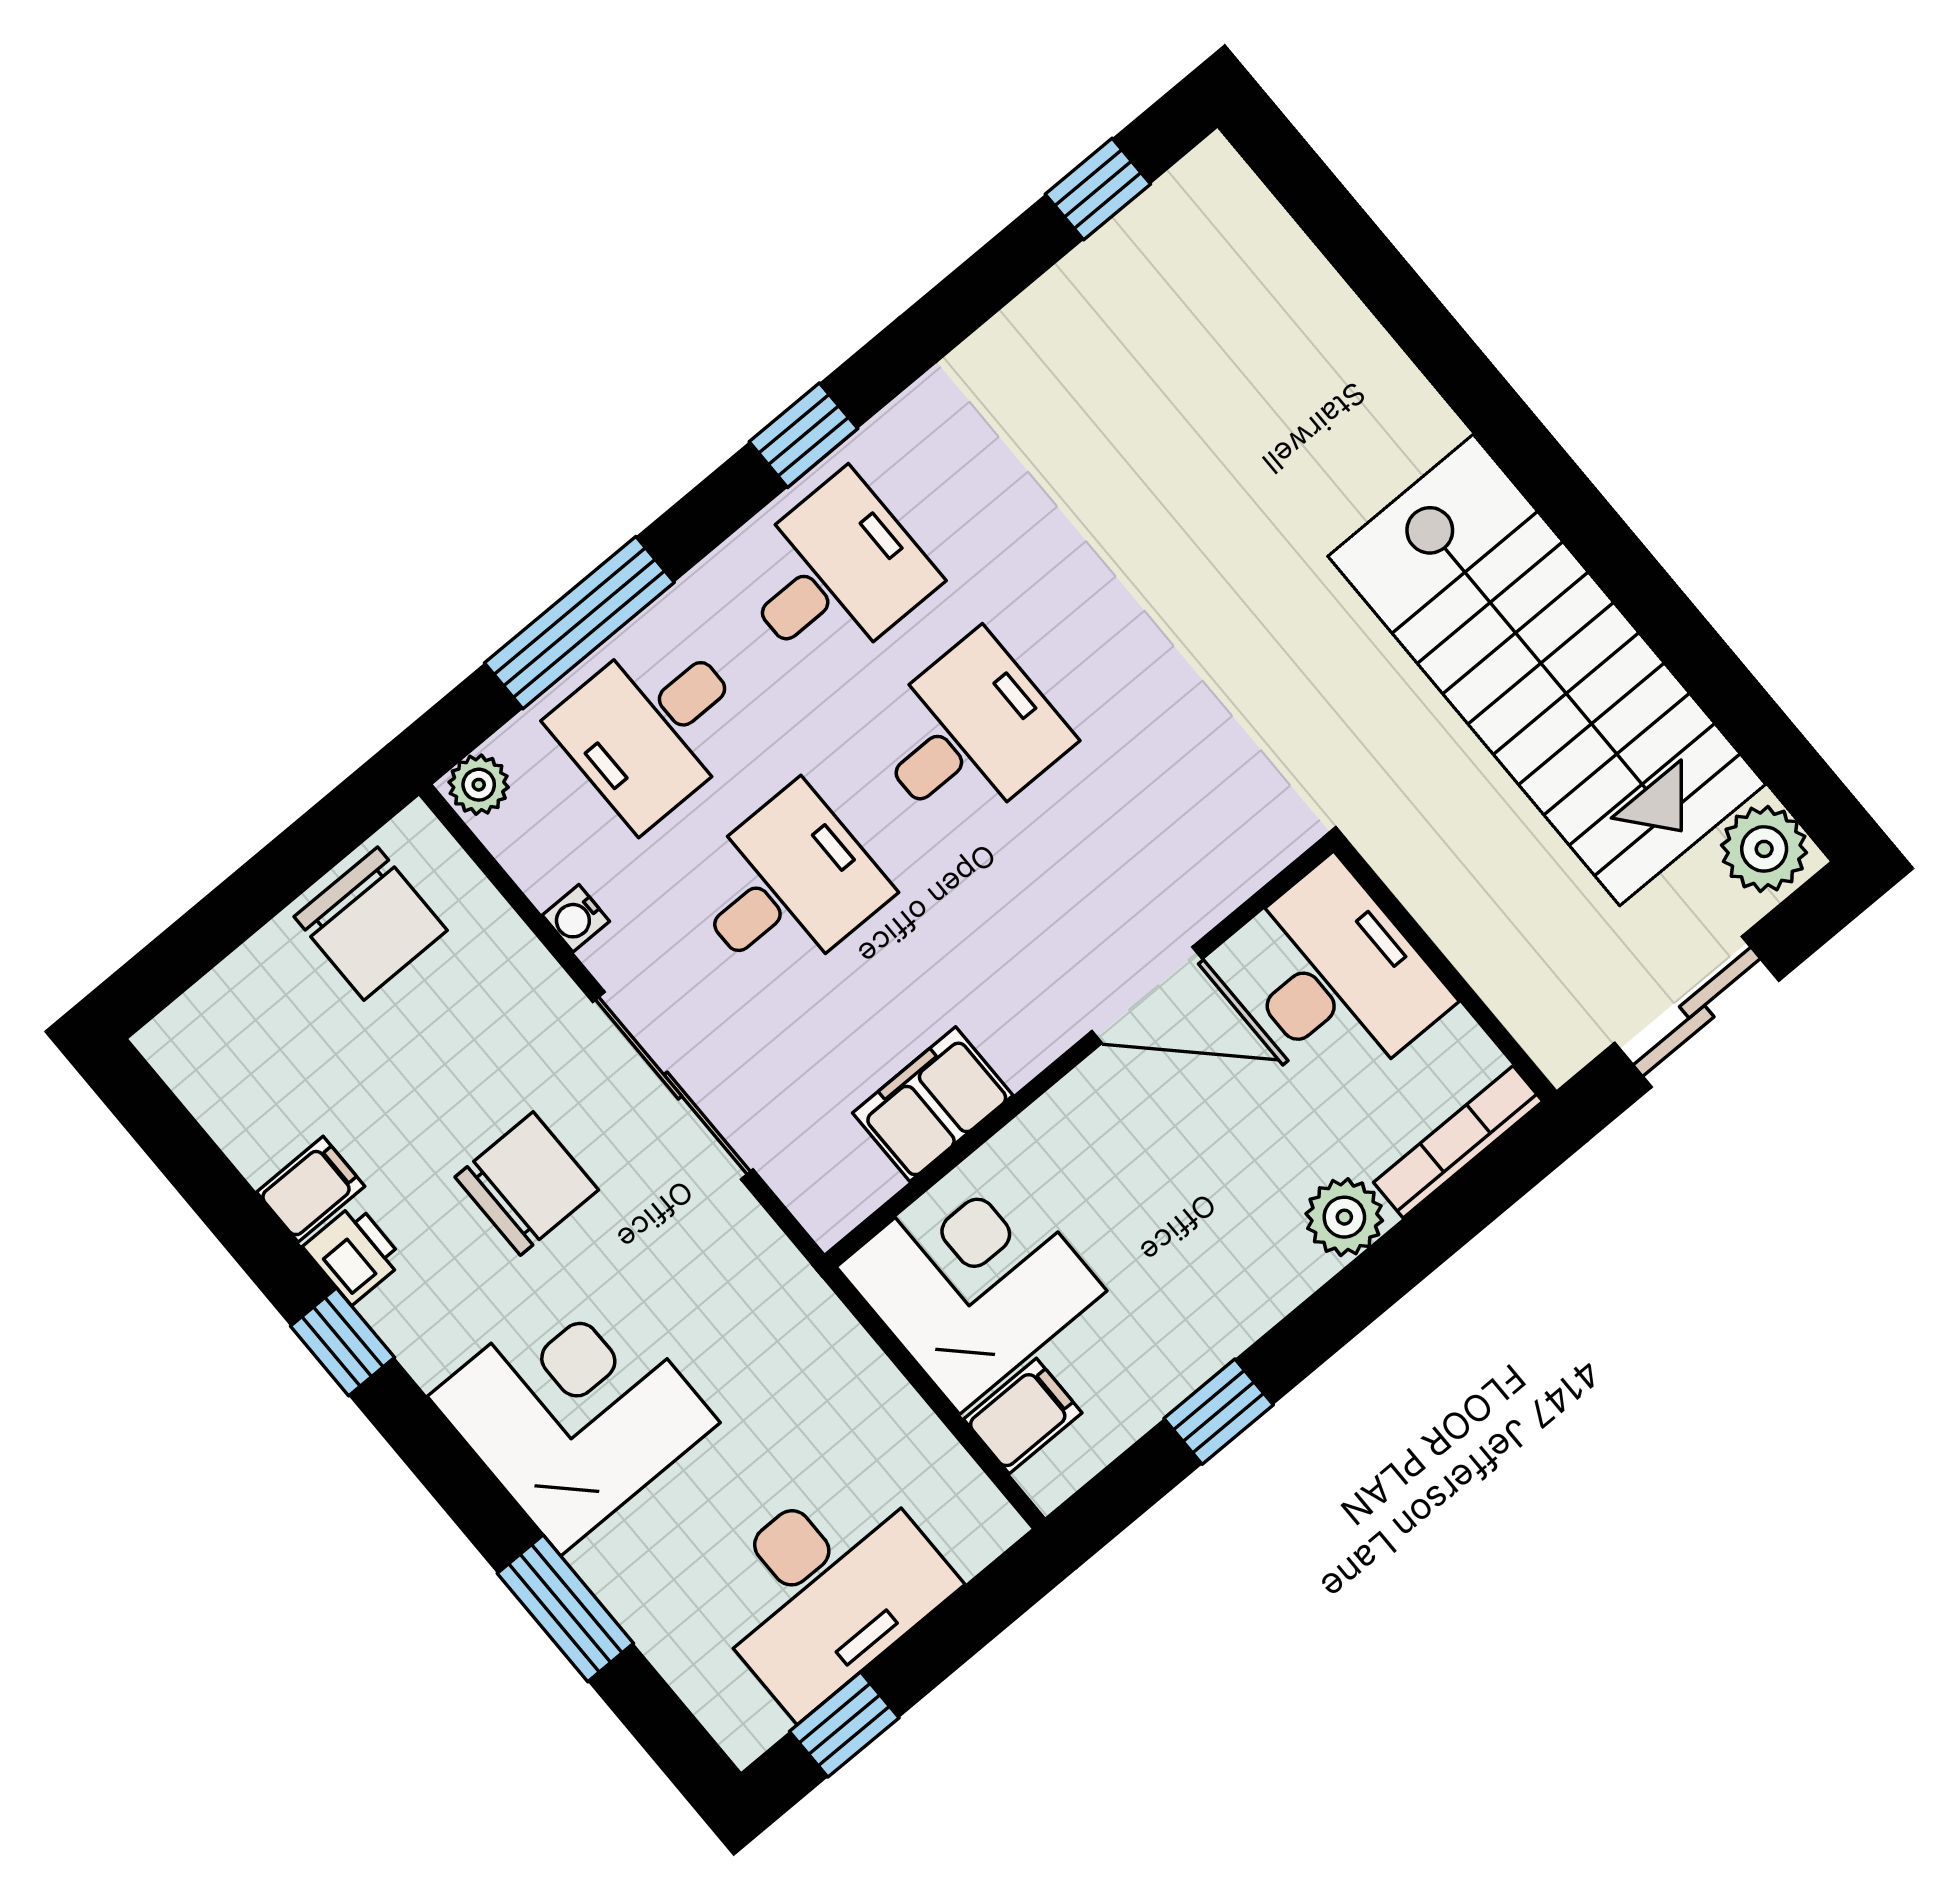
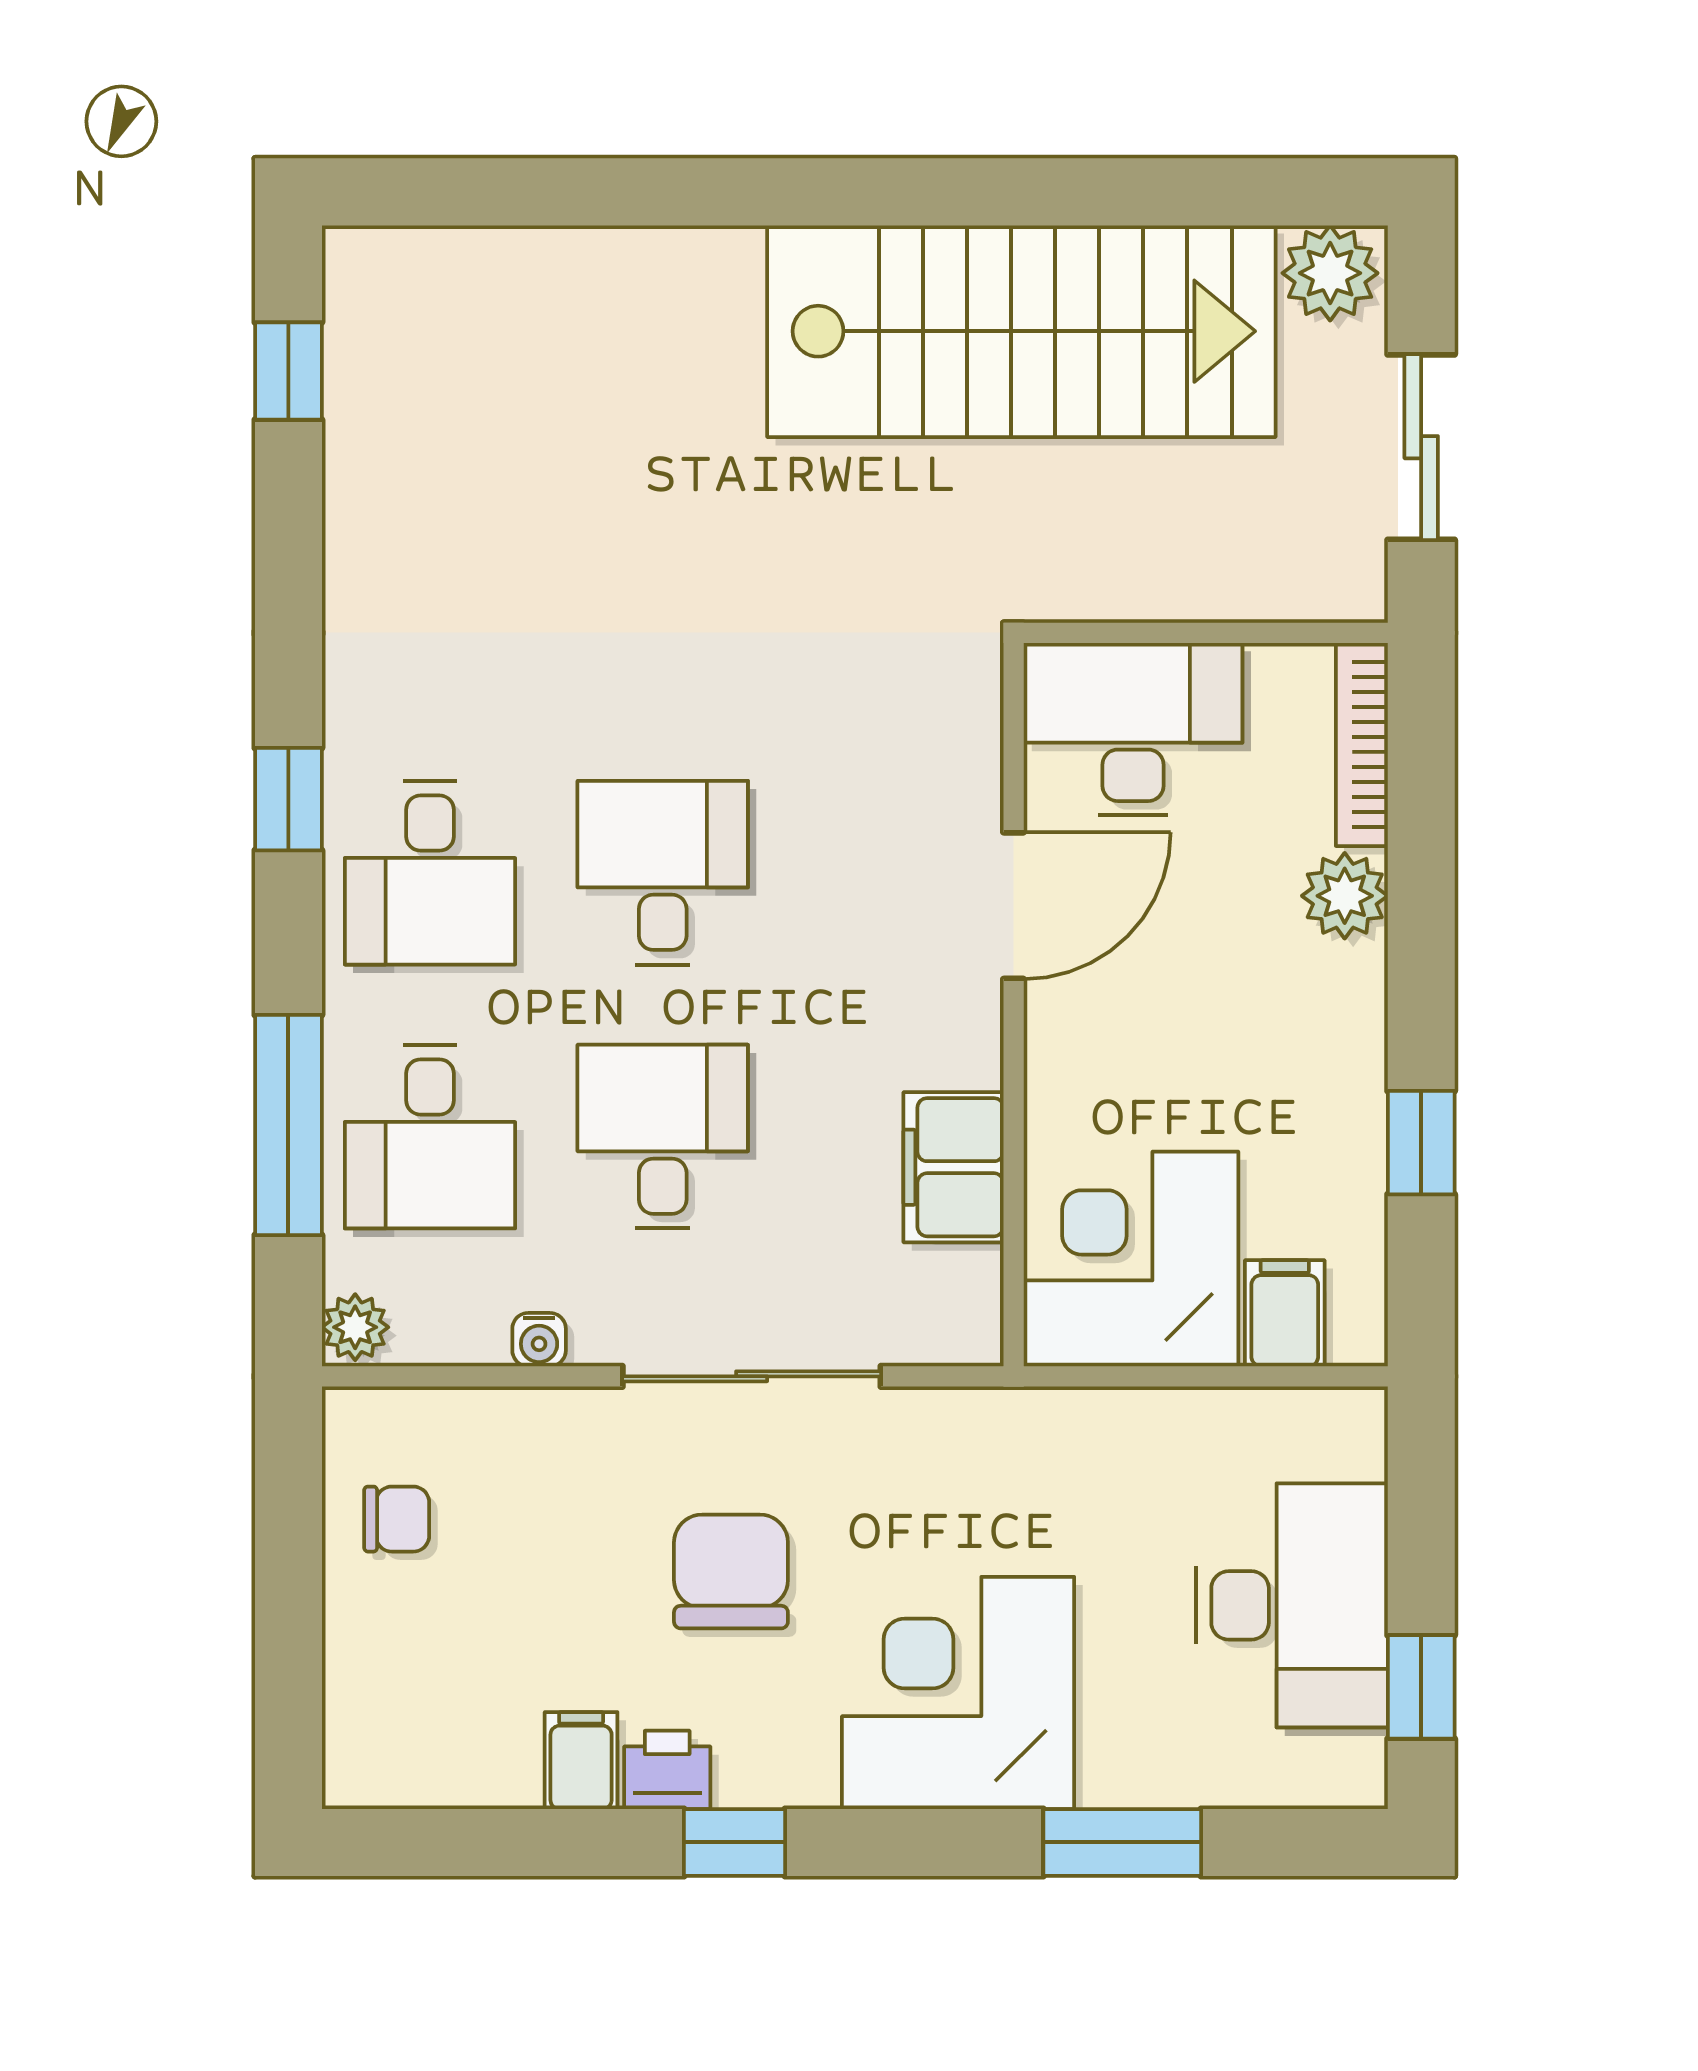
desk: (834, 575) -> (430, 873), turned 180
chair: (371, 924) -> (397, 1519), width x0.54, depth x0.54

